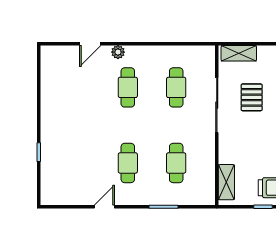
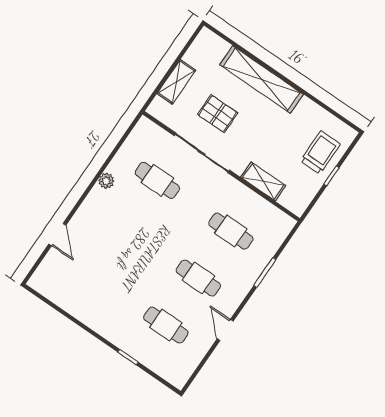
plant: (118, 52) -> (106, 181), moved
shelving: (239, 53) -> (176, 82), moved
cafe table: (128, 87) -> (166, 325), moved
shelving: (226, 182) -> (263, 181), moved

